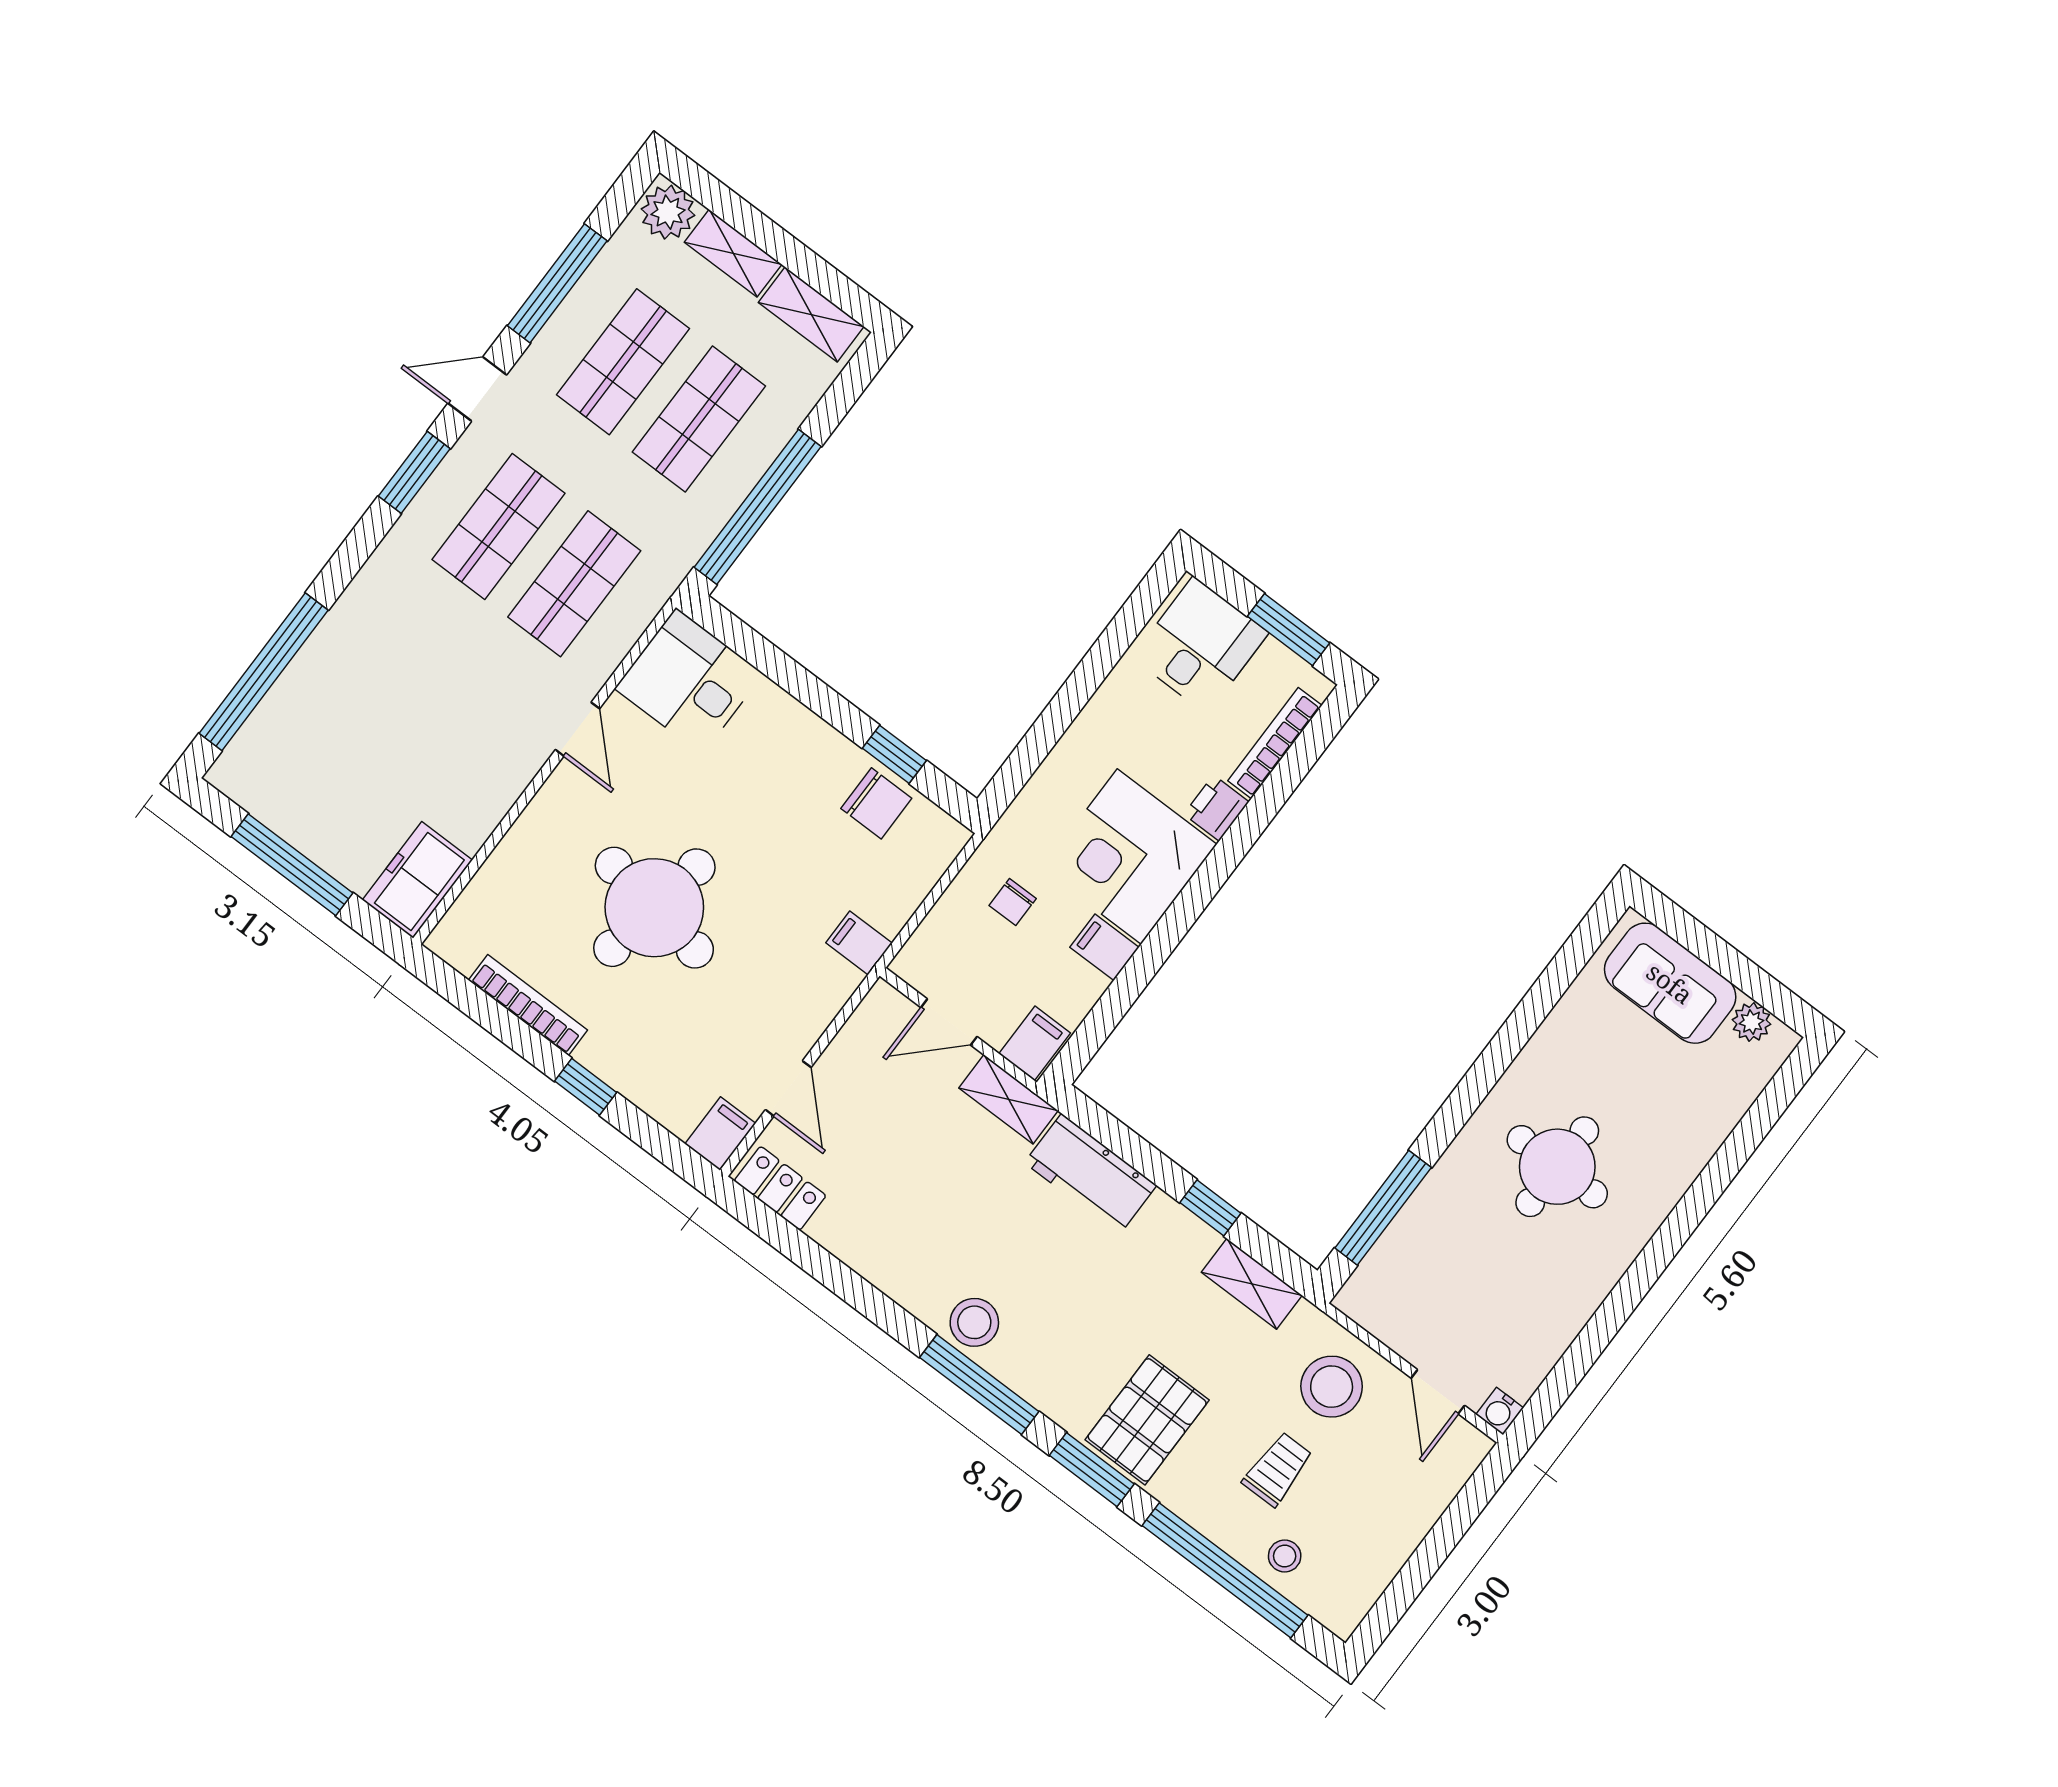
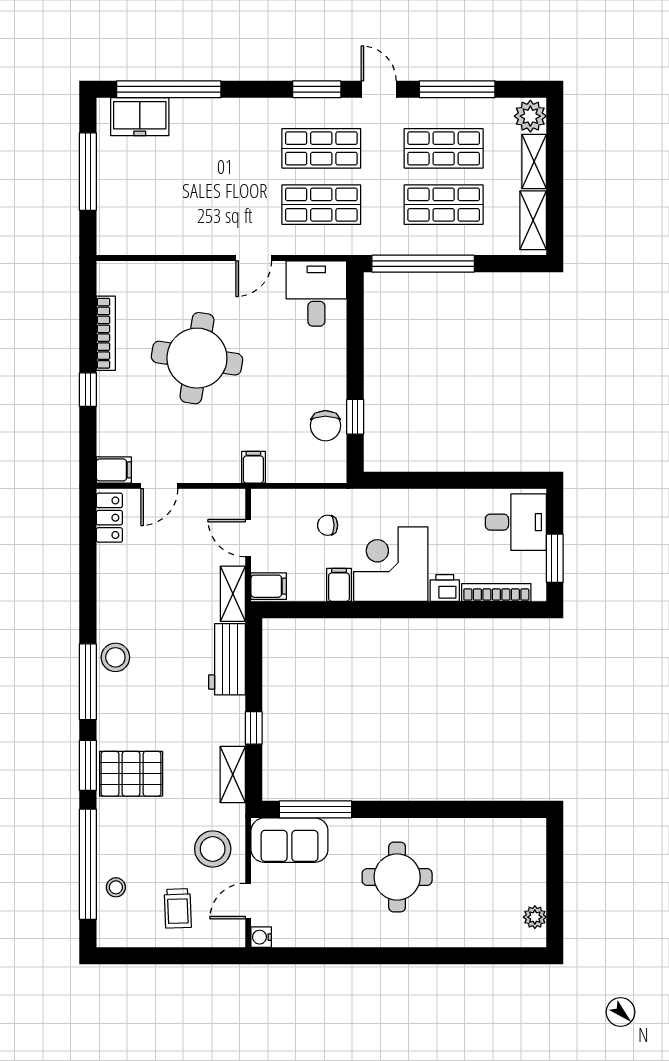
freezer: (417, 880) -> (140, 117), moved, turned 180
sofa: (1670, 983) -> (289, 840), moved, turned -90
trolley: (1278, 1469) -> (178, 908), moved, turned 88

